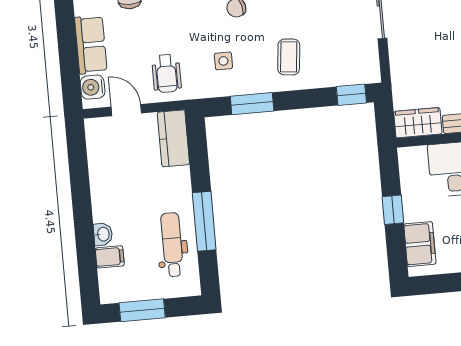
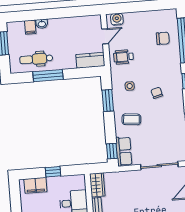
row of seats: (91, 45) -> (124, 151), moved, turned -90
dental chair: (172, 245) -> (36, 59), turned 180

